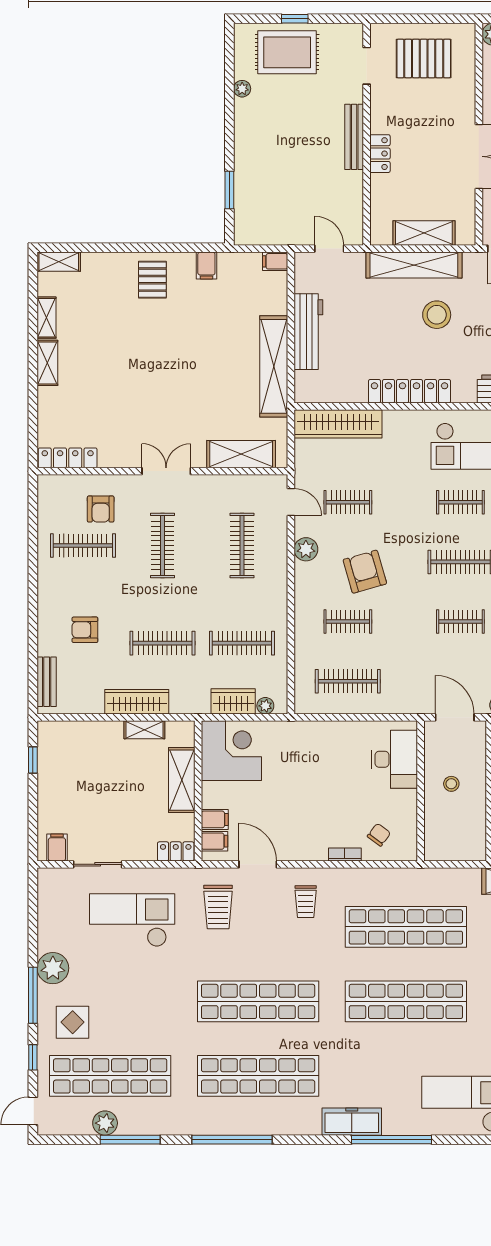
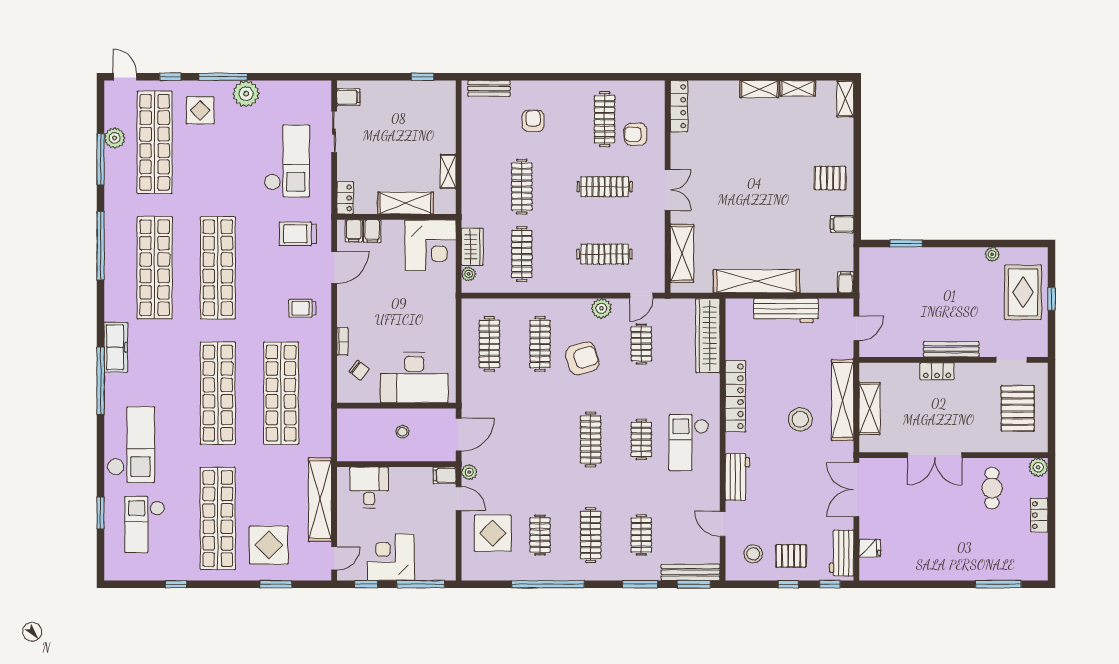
clothes rail: (348, 622) -> (540, 344), width x1.36
clothes rail: (460, 622) -> (540, 439), removed
wardrobe: (137, 702) -> (472, 165), removed
desk: (394, 759) -> (414, 378), width x1.36, depth x1.30

